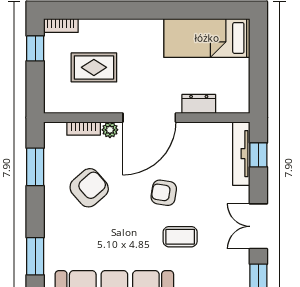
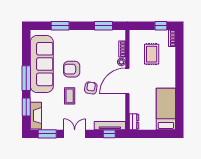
dresser: (199, 104) -> (134, 122), moved
door: (149, 118) -> (127, 81), hinge flipped
armchair: (89, 188) -> (72, 69), moved, turned 131

